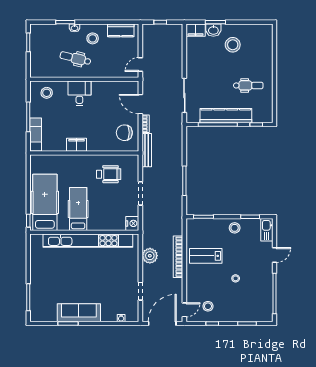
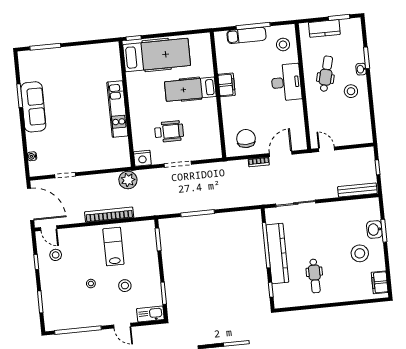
kitchen counter: (121, 30) -> (324, 28), moved, turned -90
filing cabinet: (196, 30) -> (380, 282), moved
desk: (79, 93) -> (286, 82), width x1.37
exam couch: (36, 134) -> (247, 35), moved
bench: (147, 150) -> (357, 190), moved
wheelchair: (109, 174) -> (169, 131), moved, turned -90
hospital bed: (78, 209) -> (190, 89), moved, turned 180
stool: (235, 228) -> (125, 286), moved
kitchen unit: (88, 241) -> (117, 109), width x0.54
plant: (150, 256) -> (128, 180), moved

